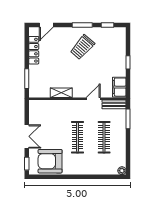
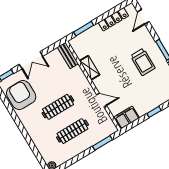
door: (46, 25) -> (143, 17), hinge flipped
trolley: (82, 47) -> (143, 62), turned -131
bench: (114, 104) -> (68, 55), moved

